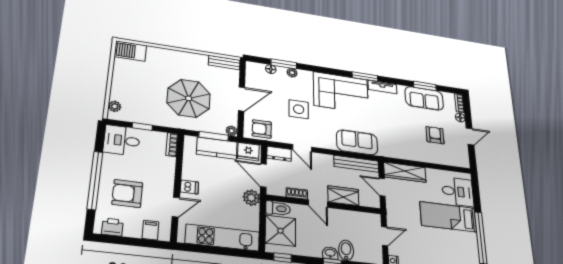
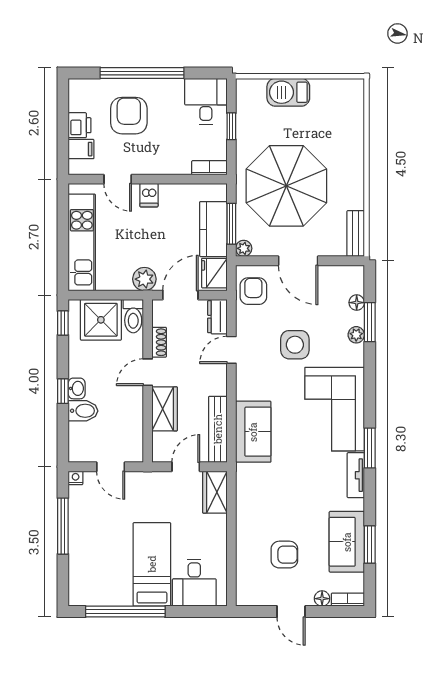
barbecue: (130, 51) -> (288, 92), moved, turned -90
parasol: (189, 98) -> (286, 186), width x1.36, depth x1.36
plant: (115, 106) -> (257, 87), removed
wardrobe: (405, 172) -> (215, 492), width x0.67
printer: (112, 227) -> (80, 125), moved

